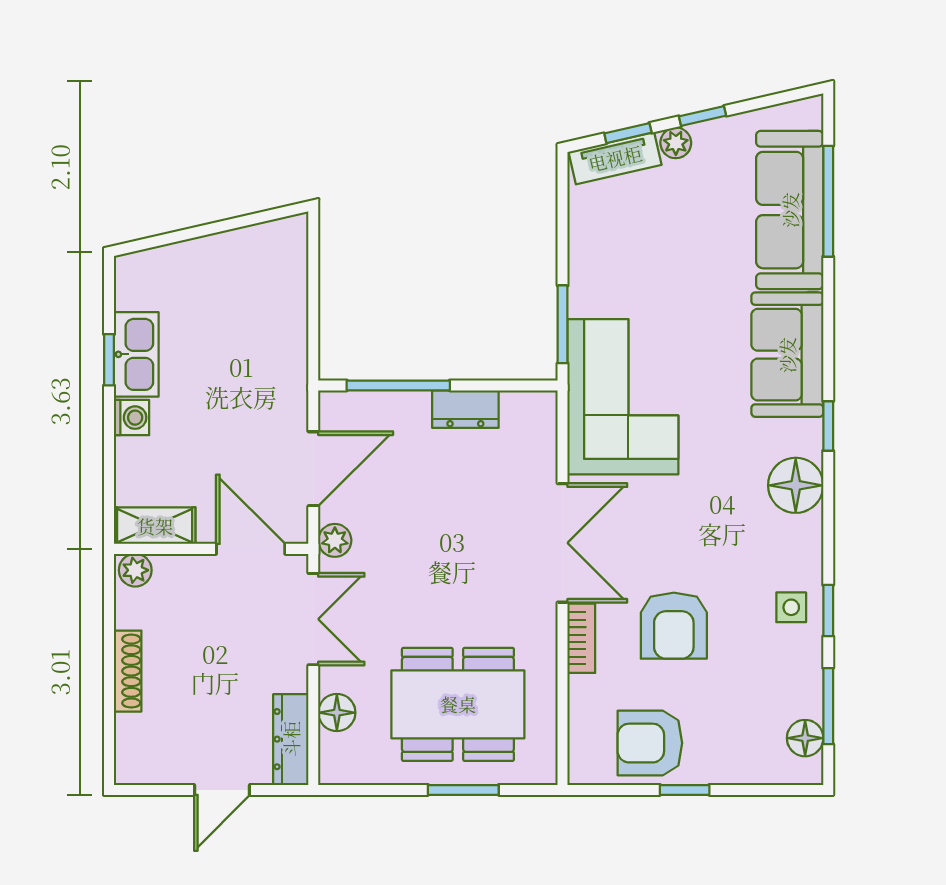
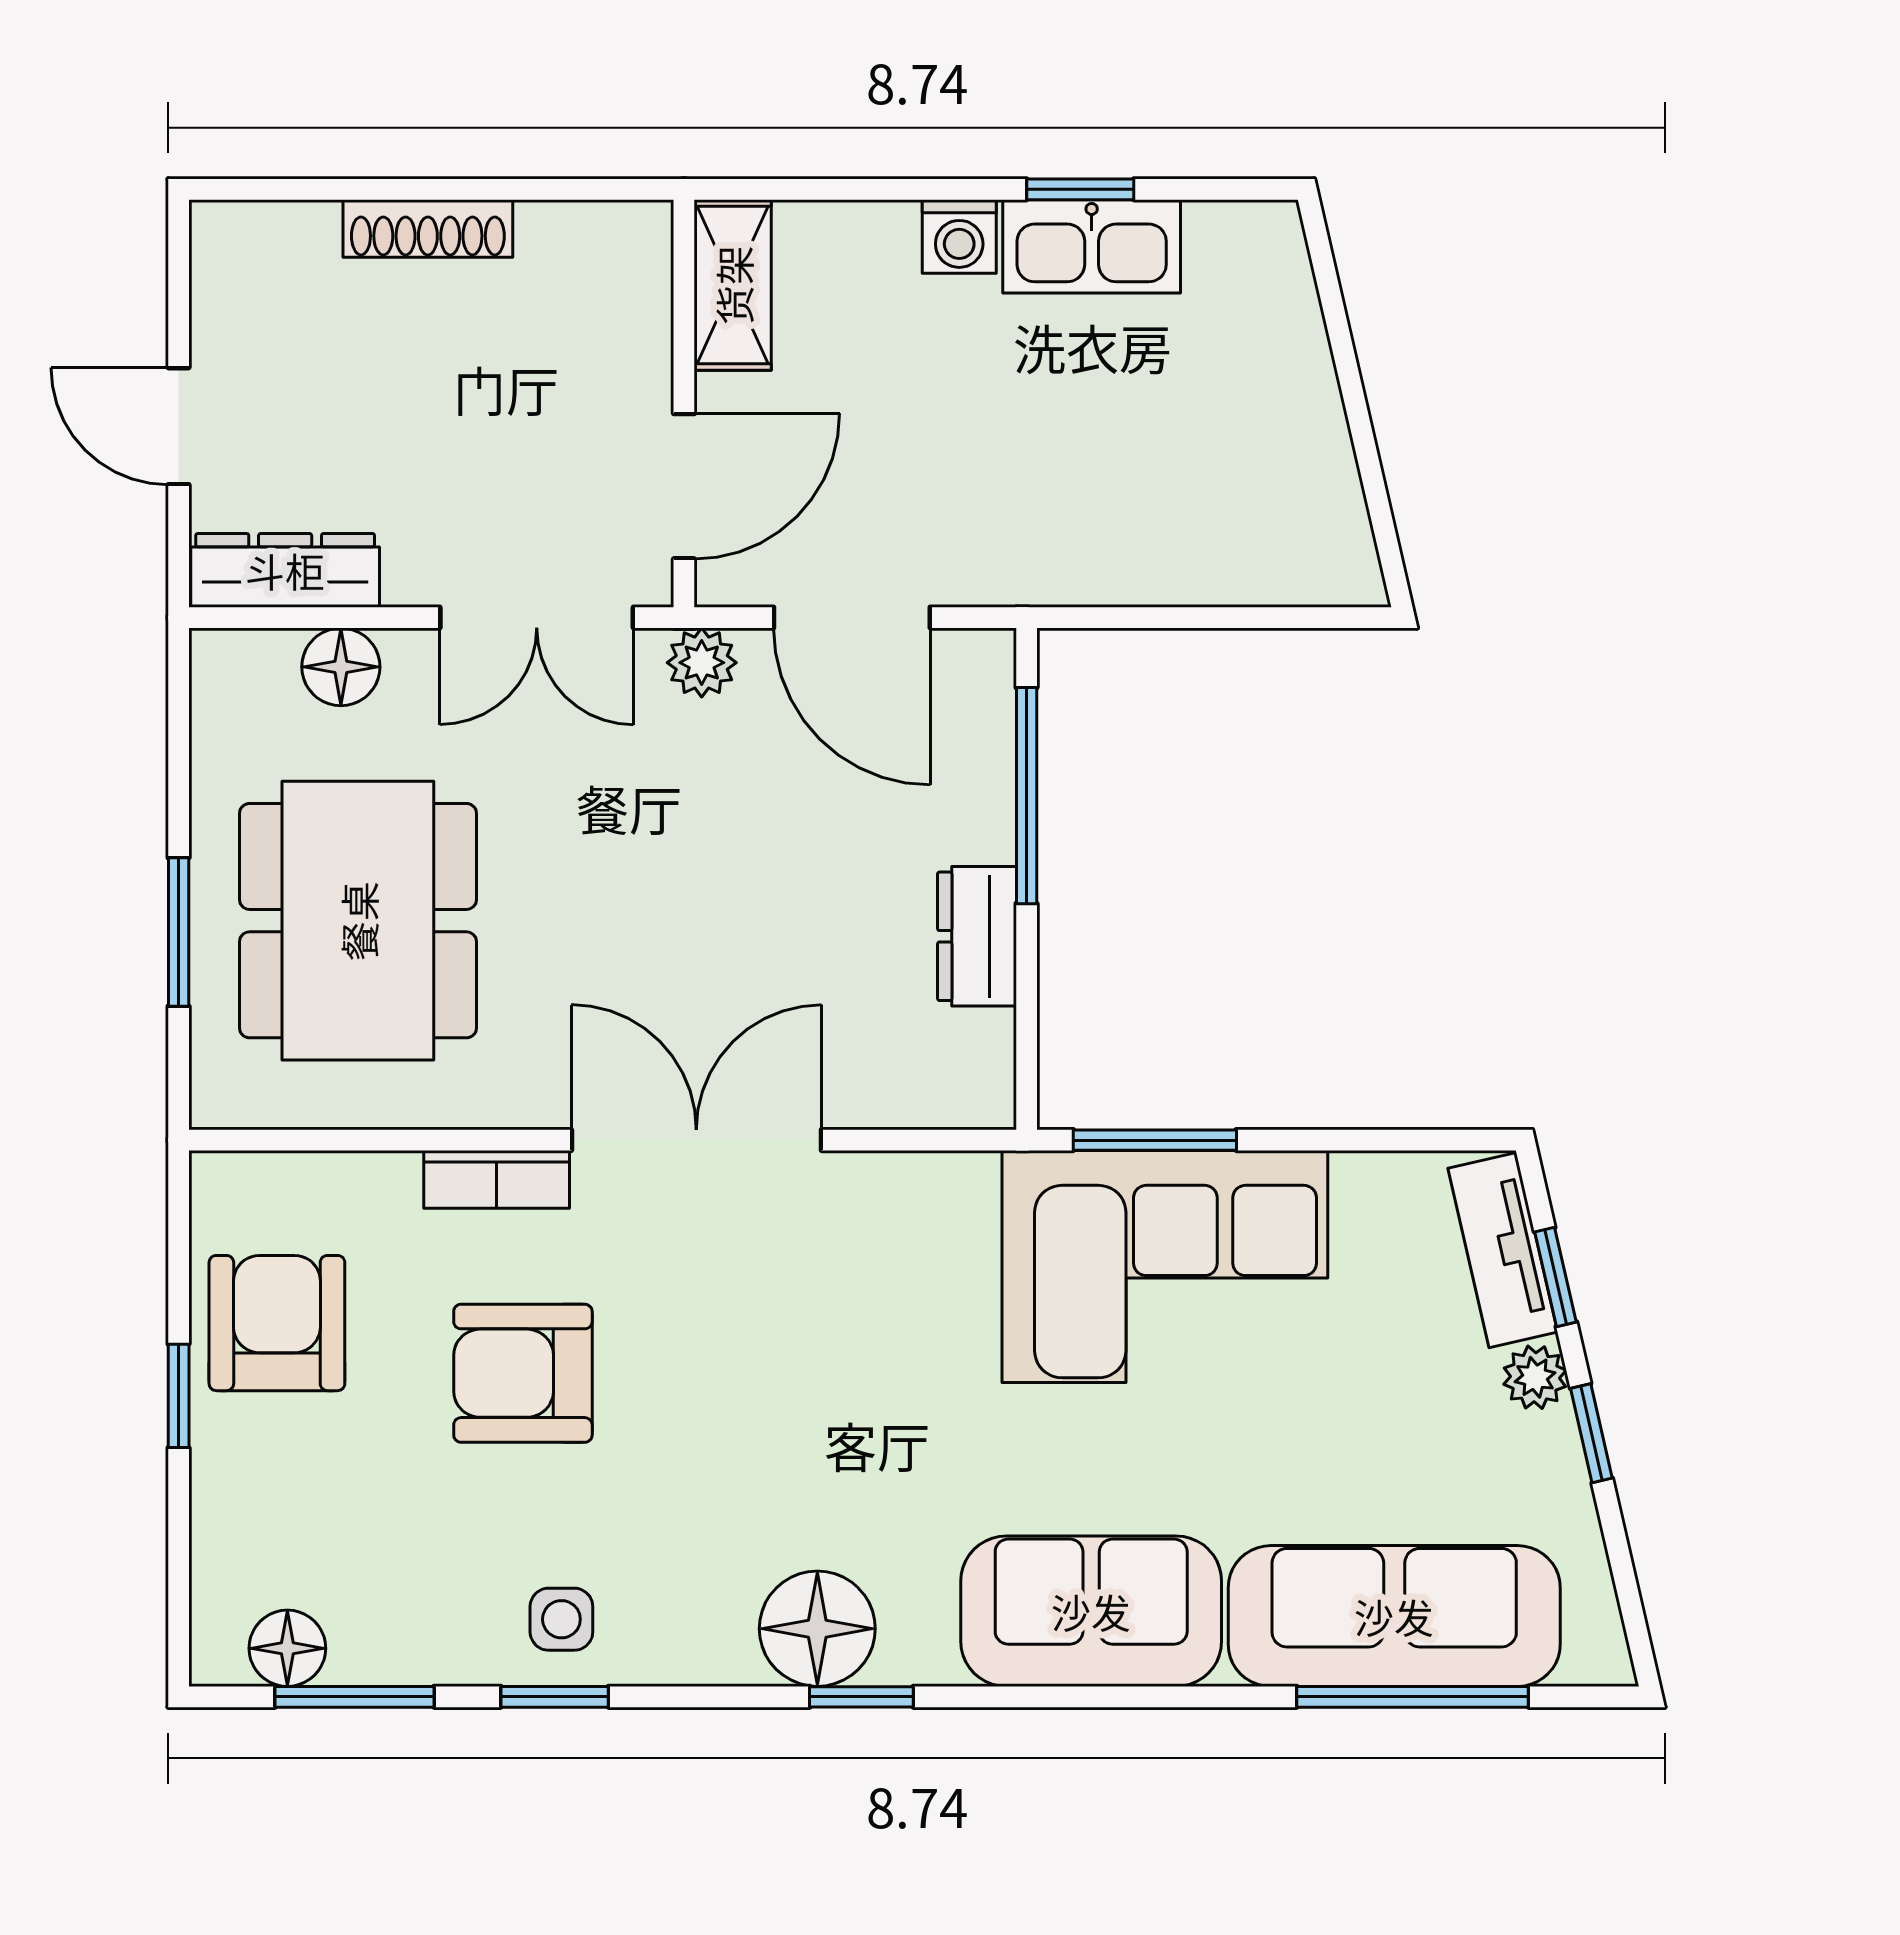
corner sofa: (623, 397) -> (1165, 1266), moved
window: (828, 426) -> (861, 1697), moved
double door: (563, 543) -> (696, 1140), swing flipped
plant: (135, 570) -> (639, 244), removed

